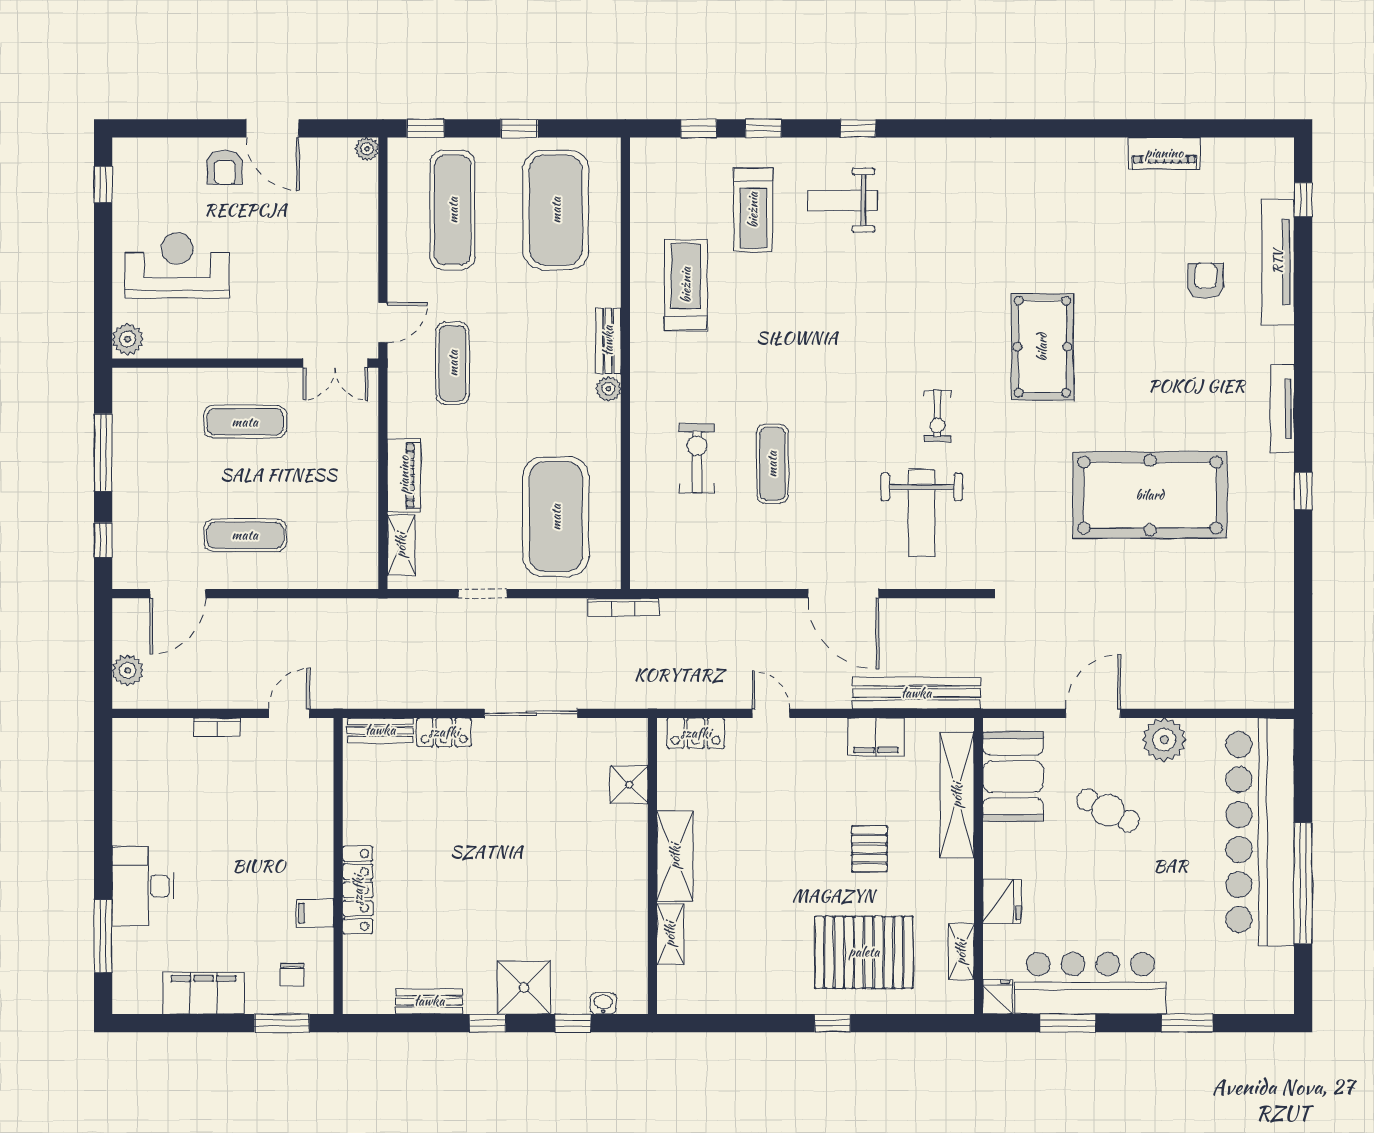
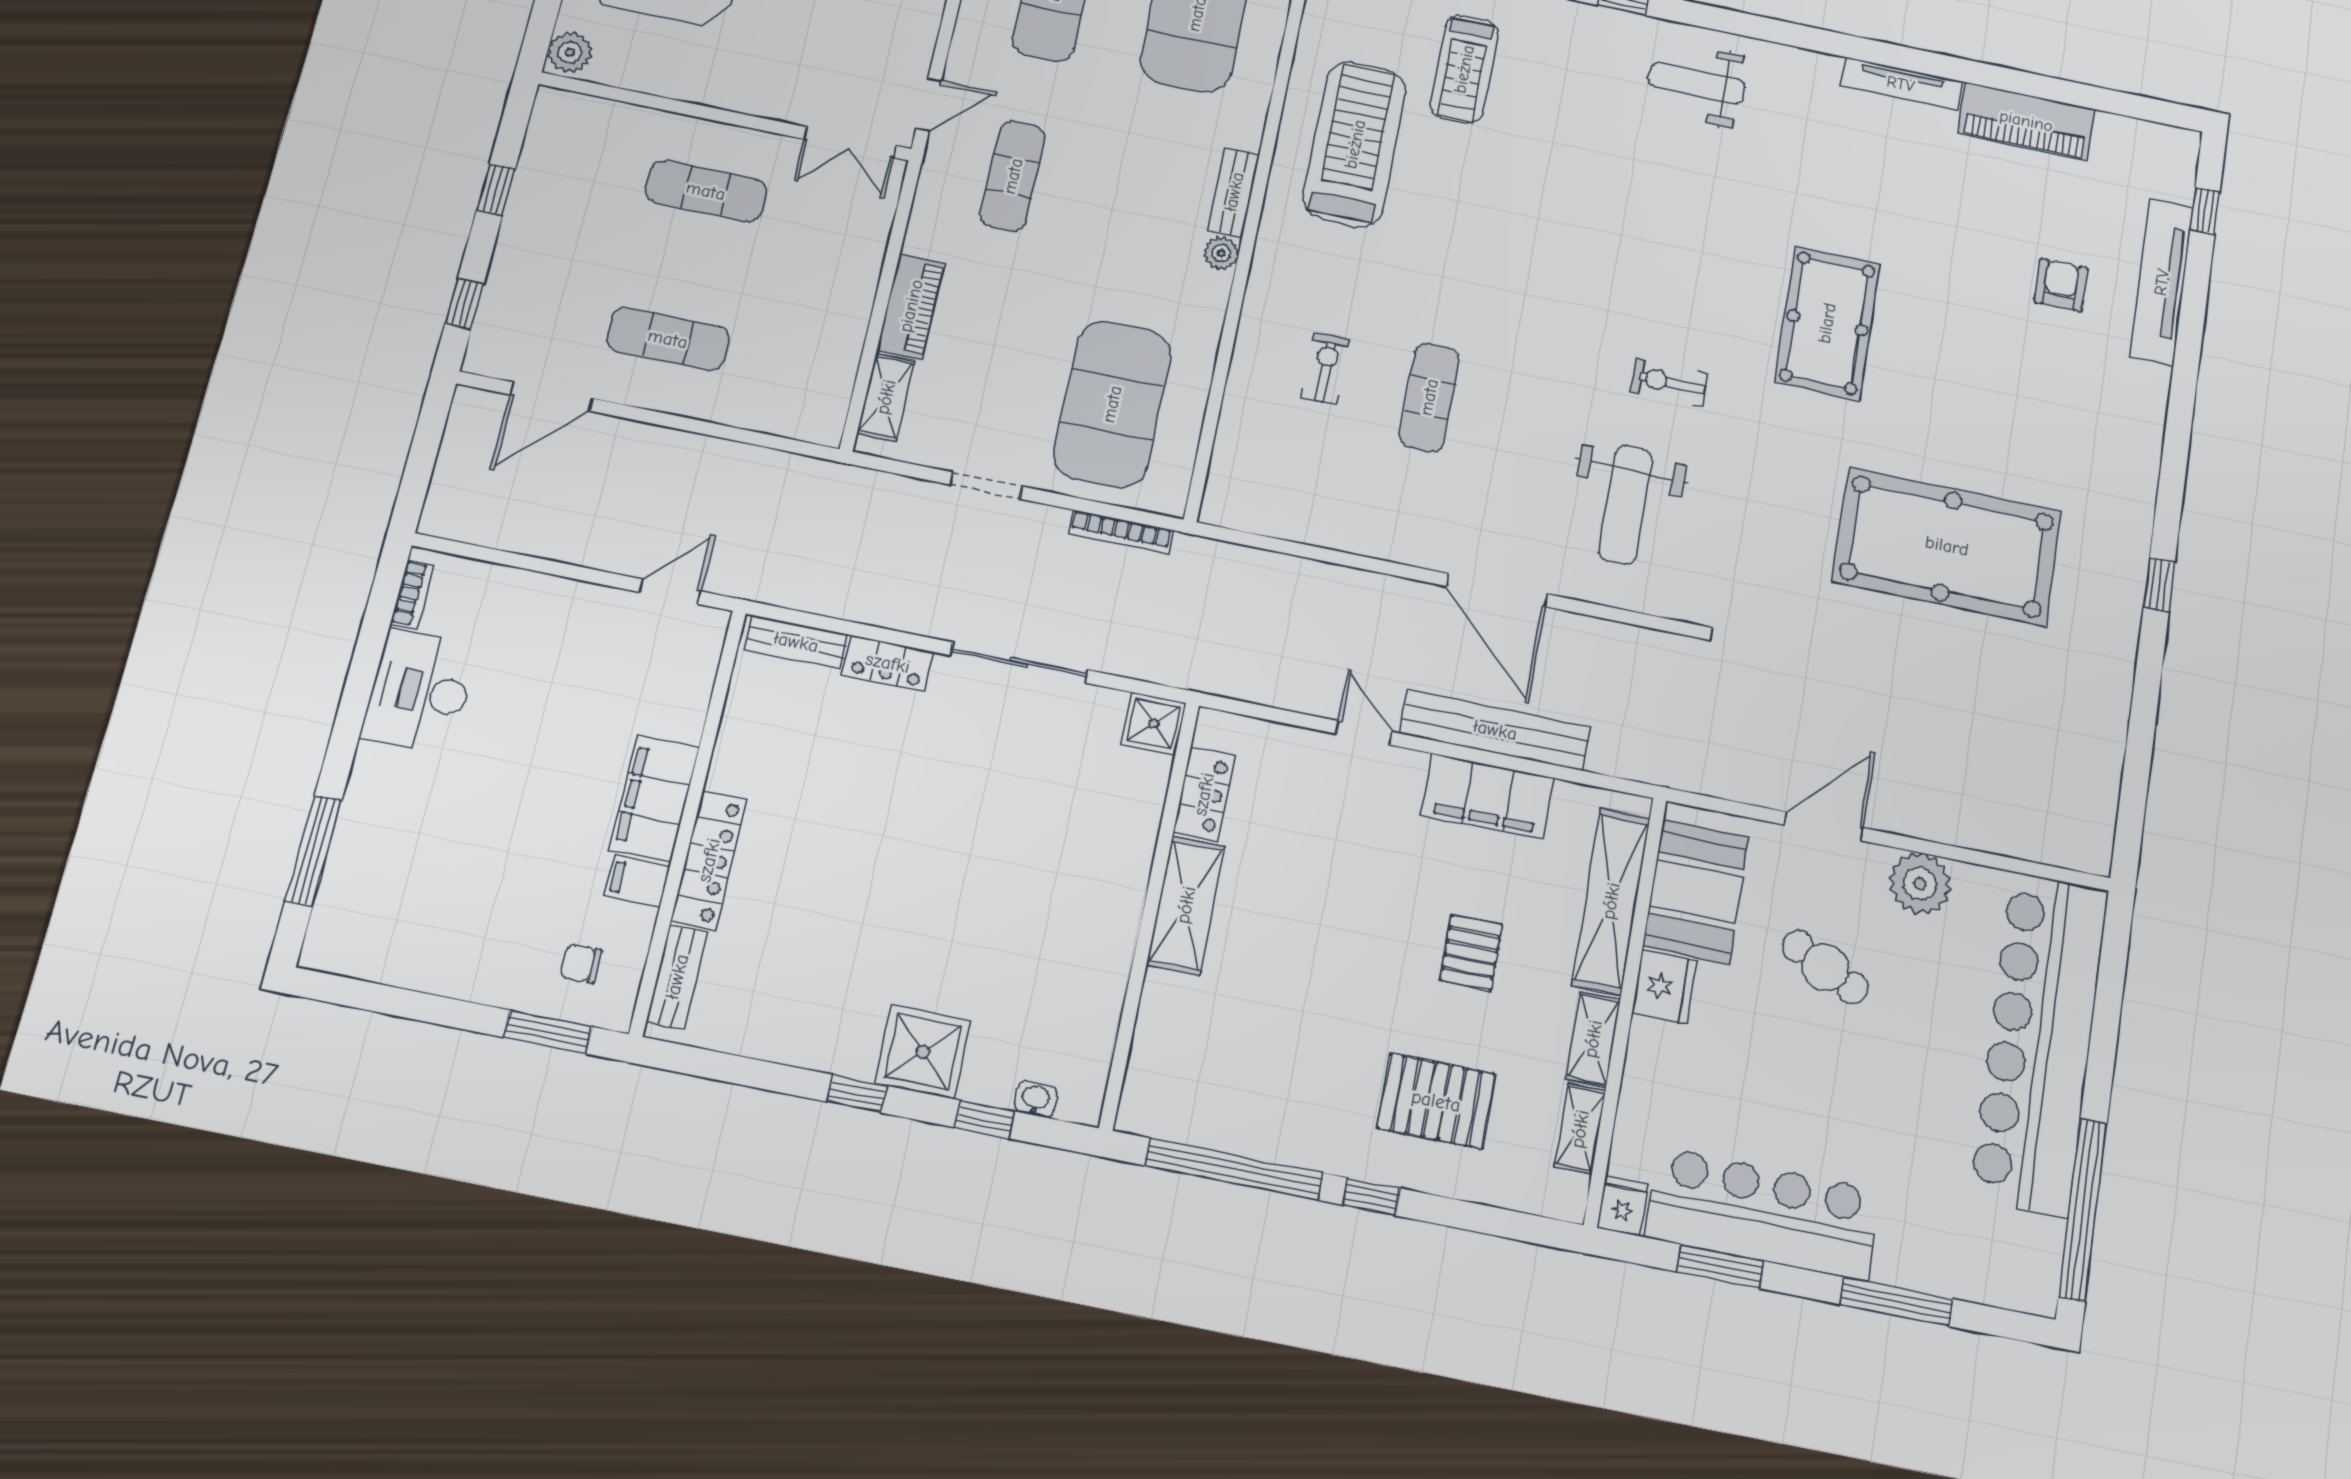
piano: (1164, 153) -> (2026, 121), width x1.37, depth x1.33
weight bench: (842, 200) -> (1697, 83), moved
treadmill: (686, 285) -> (1355, 144), width x1.37, depth x1.38
tv unit: (1282, 409) -> (1901, 84), moved, turned -90
exercise bike: (937, 416) -> (1669, 382), turned 90
window: (103, 453) -> (496, 190), width x0.46
exercise bike: (697, 458) -> (1326, 369), width x0.73, depth x0.72
bookcase: (623, 607) -> (1121, 532), moved
plant: (128, 670) -> (452, 485), removed
bench: (916, 693) -> (1495, 730), moved
bookcase: (217, 727) -> (412, 594), moved, turned -90
locker: (696, 733) -> (1204, 794), moved, turned -90
filing cabinet: (876, 737) -> (1488, 796), width x1.50, depth x1.17
shower: (629, 785) -> (1153, 724), moved
window: (1303, 883) -> (2083, 1210), moved
desk: (143, 886) -> (420, 691), moved
fridge: (1002, 901) -> (1664, 987), moved
shelving: (670, 934) -> (1593, 1039), moved
pallet: (864, 952) -> (1436, 1101), width x0.73, depth x0.71
chair: (292, 975) -> (581, 964), turned 90
filing cabinet: (204, 993) -> (654, 798), moved, turned -90
bench: (429, 1001) -> (677, 977), moved, turned 90
window: (740, 1023) -> (1234, 1169), added
window: (1187, 1023) -> (1896, 1302), width x1.44

